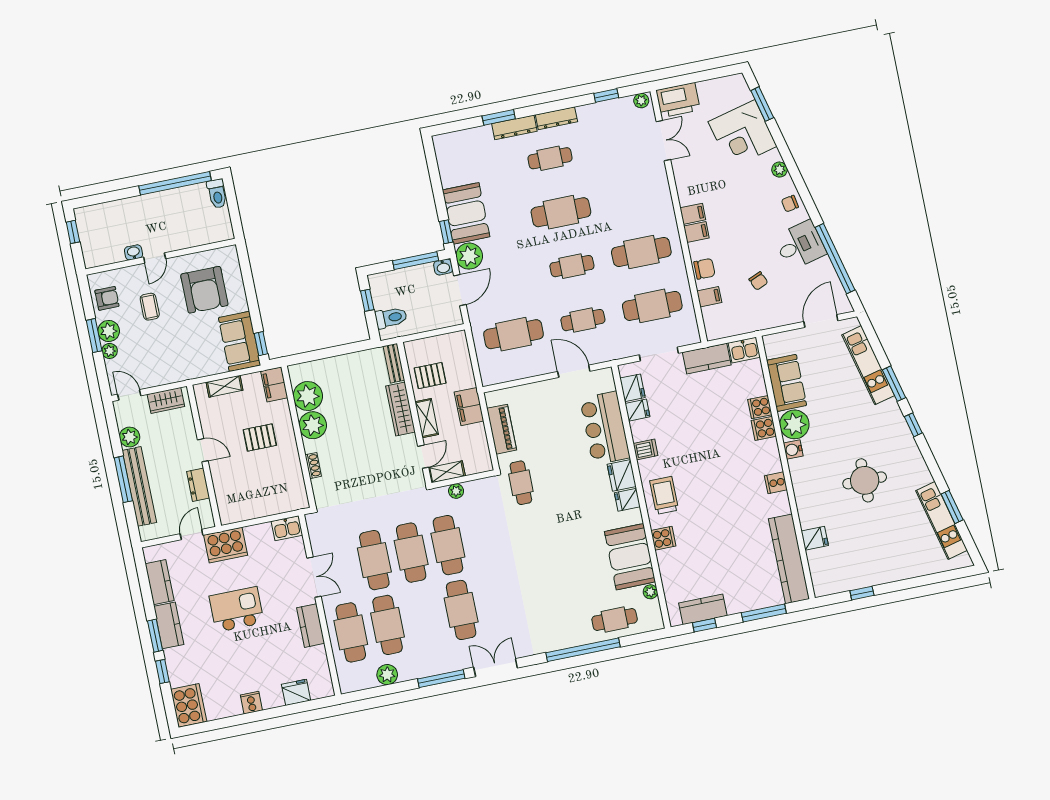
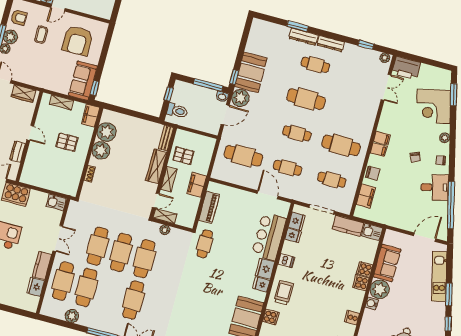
chair: (758, 281) -> (415, 157), moved
filing cabinet: (709, 297) -> (366, 196), width x2.00
cafe table: (652, 306) -> (332, 180), width x0.73, depth x0.74
fridge: (296, 692) -> (36, 287), moved, turned -90

